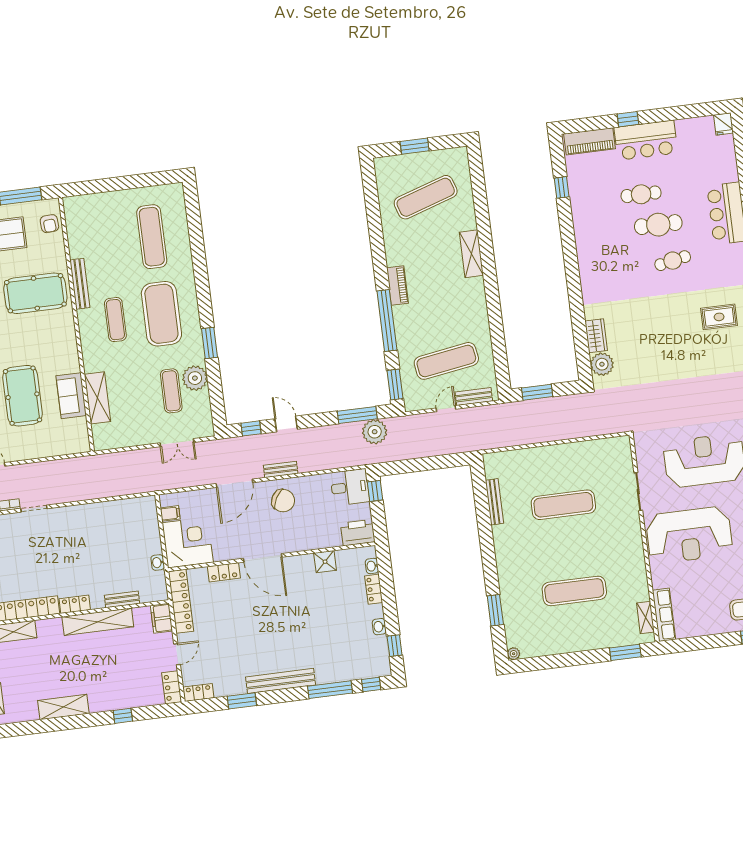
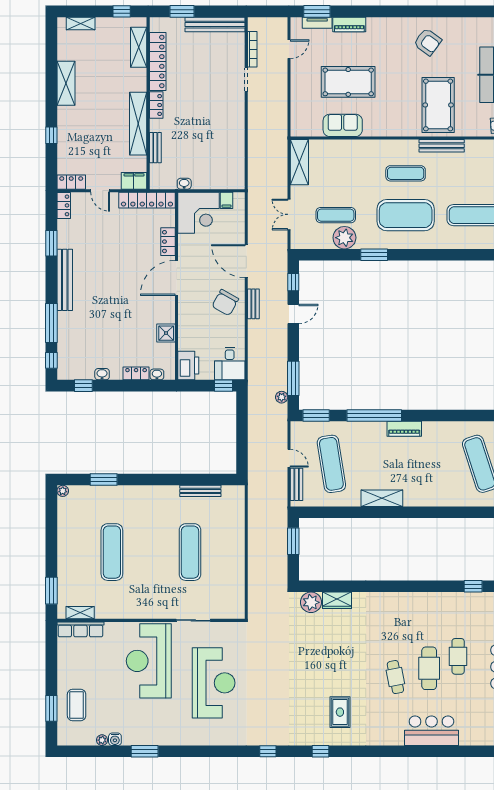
shelving: (471, 254) -> (382, 498), moved
shelving: (97, 398) -> (299, 162), moved, turned 90
plant: (375, 432) -> (282, 397), width x0.53, depth x0.53

